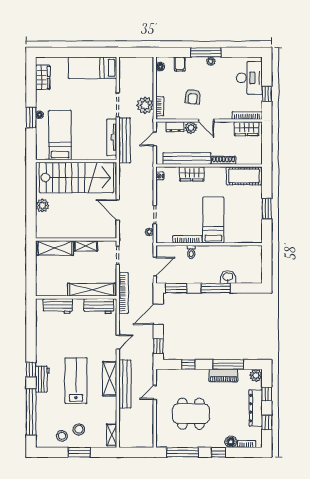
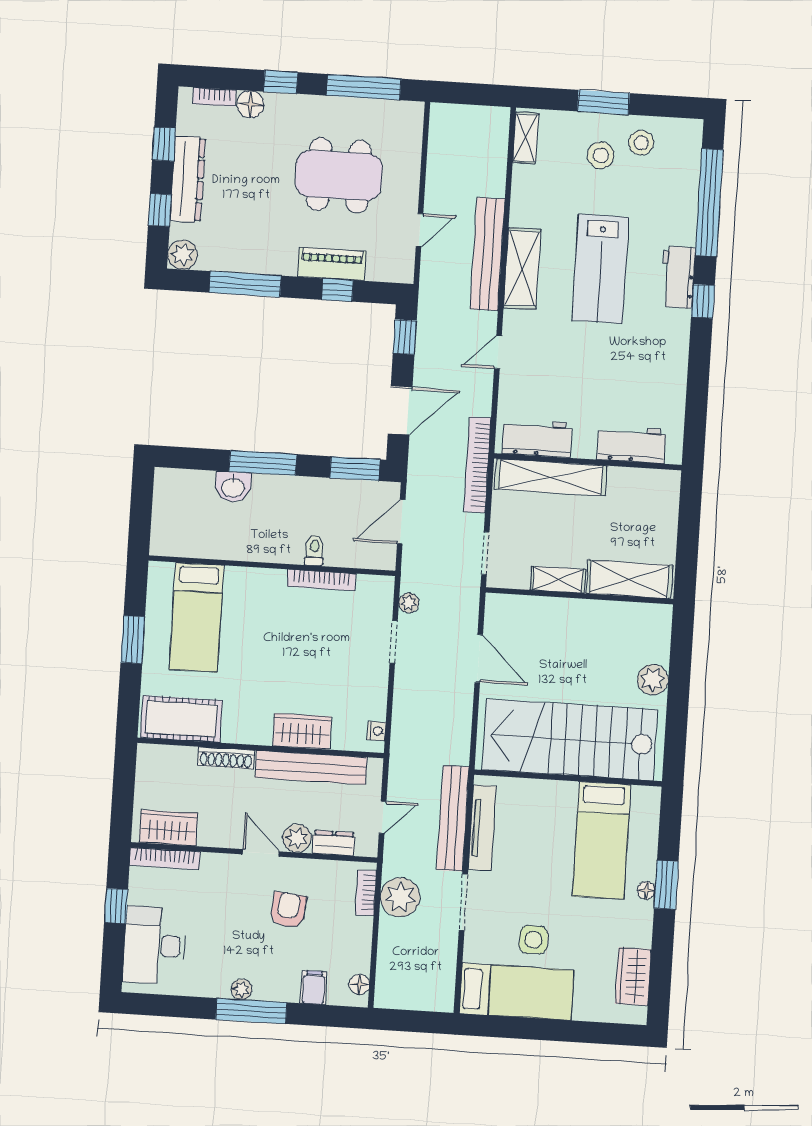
side table: (87, 91) -> (533, 940), added
bed: (213, 220) -> (197, 617), moved
piano: (223, 375) -> (332, 264), moved

